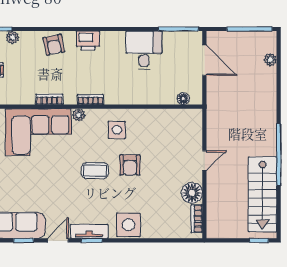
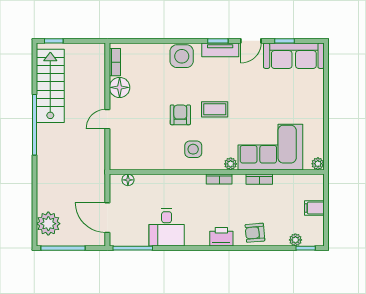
armchair: (54, 45) -> (255, 233), turned -83
plant: (270, 60) -> (48, 224), width x1.88, depth x1.88

